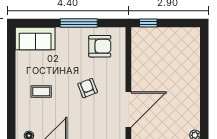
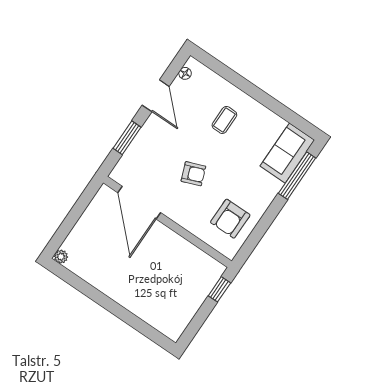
window: (79, 23) -> (297, 176), moved

